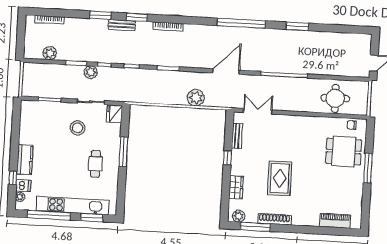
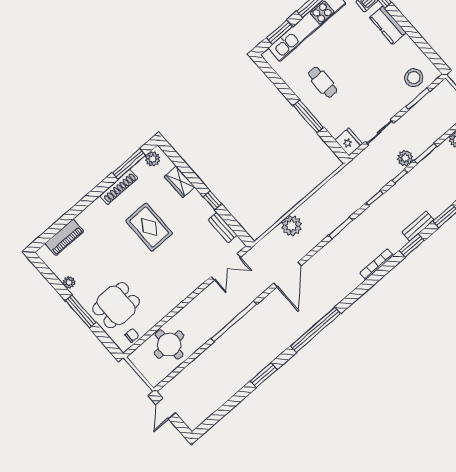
stool: (78, 128) -> (414, 78), moved
plant: (358, 192) -> (69, 282), added

